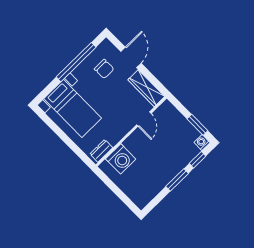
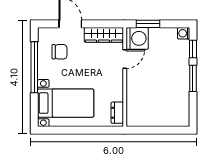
door: (144, 119) -> (125, 59), hinge flipped
window: (197, 125) -> (148, 24), moved
washing machine: (121, 159) -> (137, 38), moved

